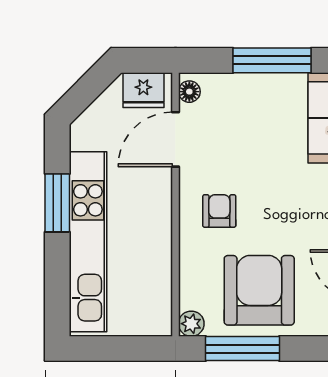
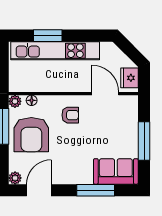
floor lamp: (189, 92) -> (32, 100), moved
window: (57, 203) -> (48, 36), moved
armchair: (259, 290) -> (31, 135), turned 90

